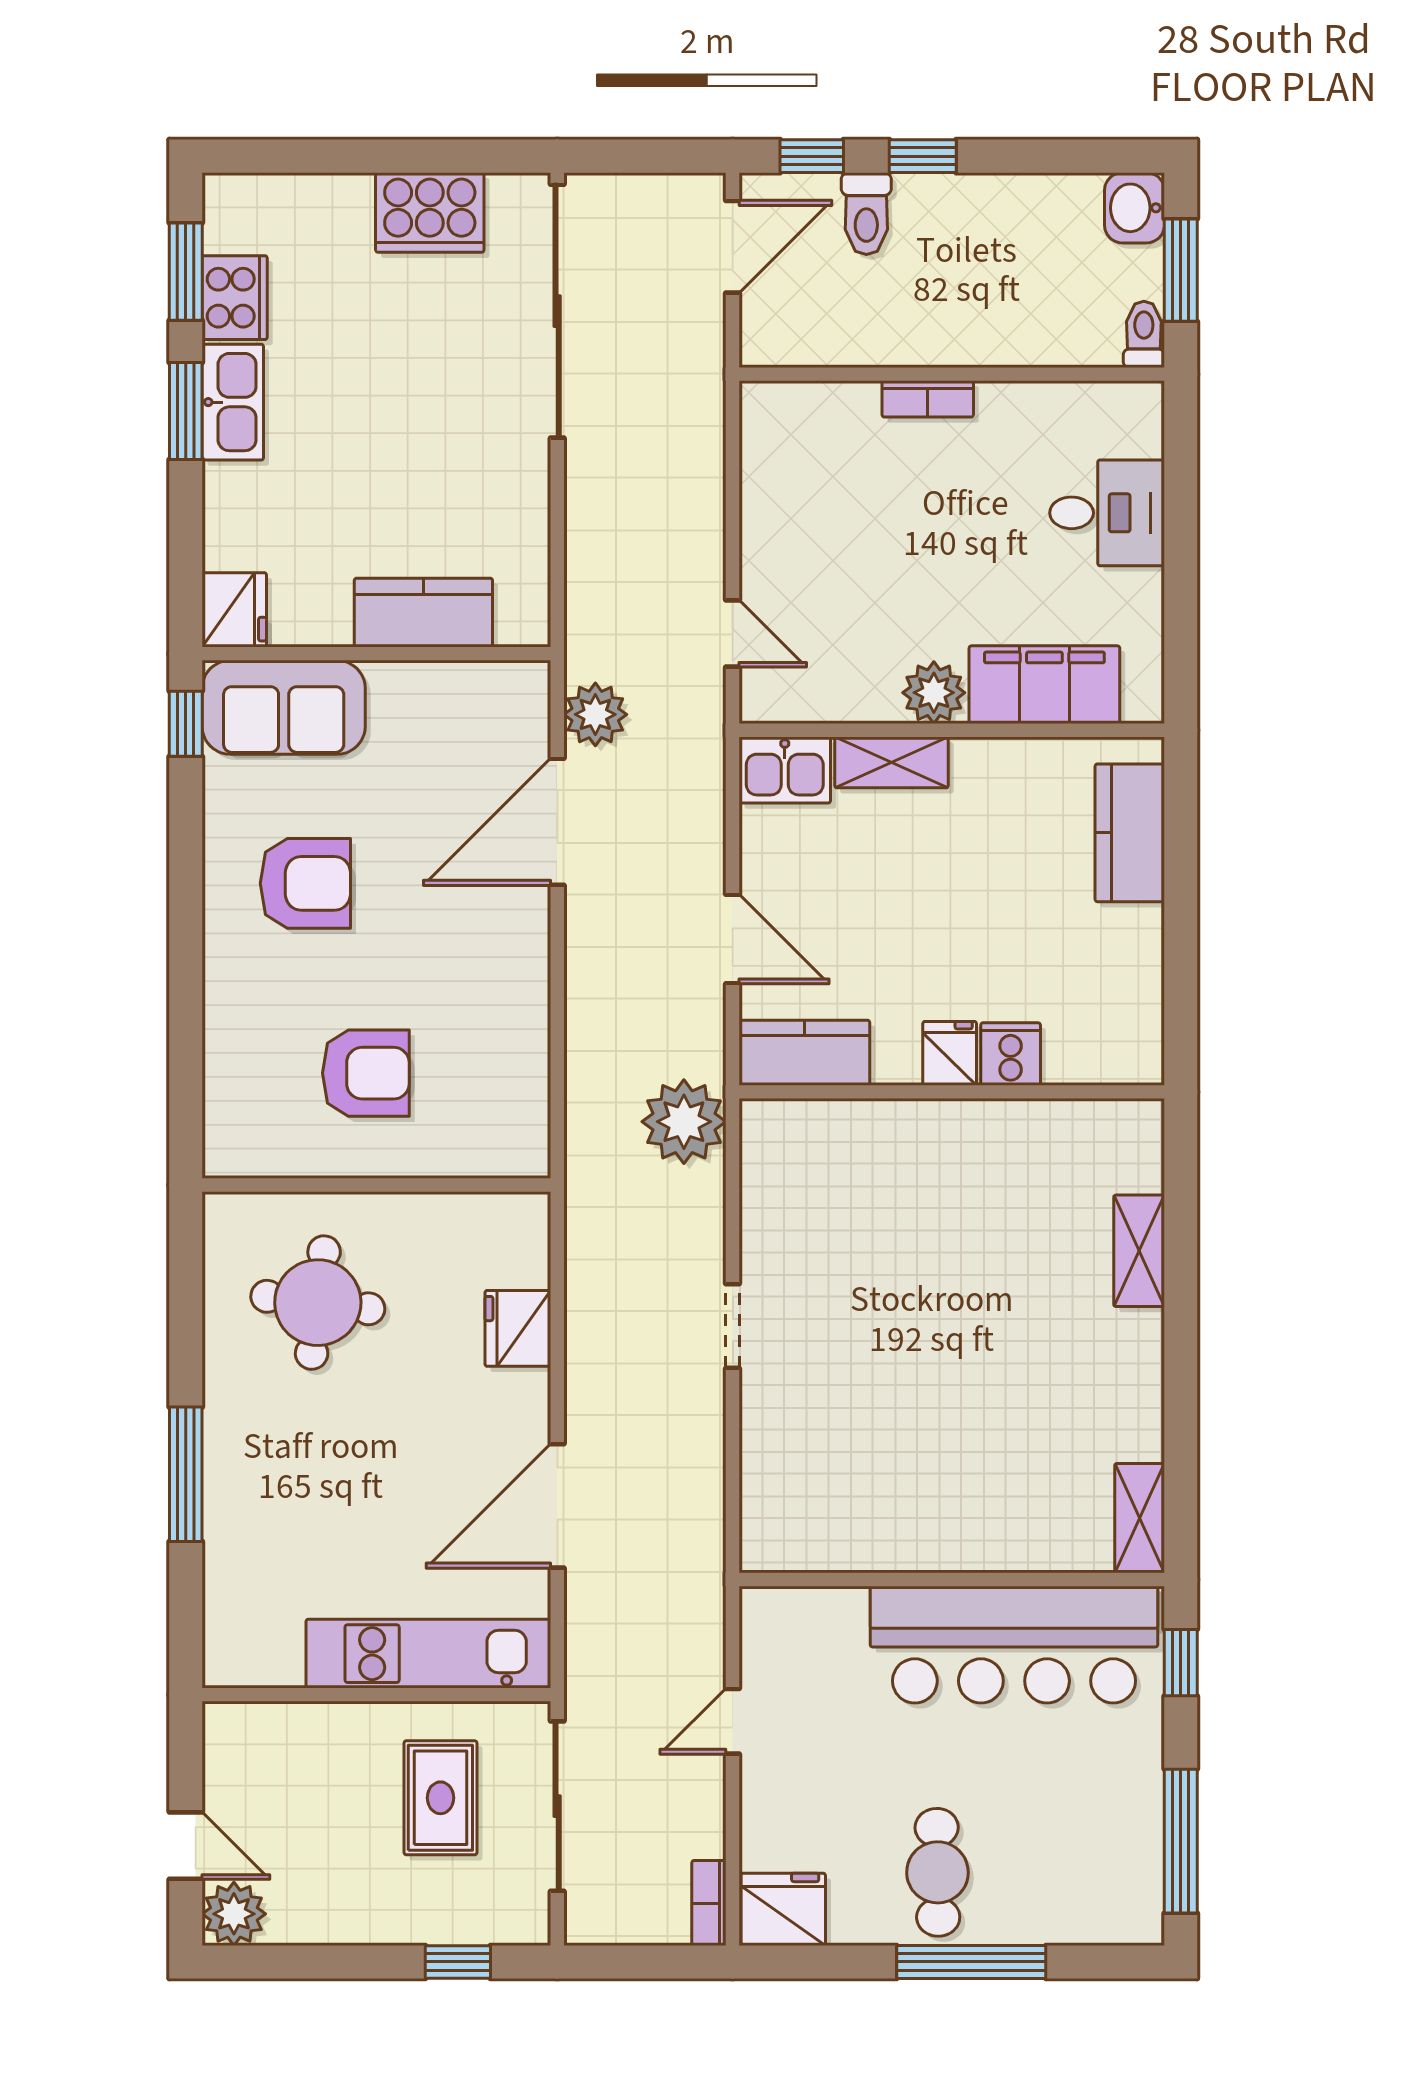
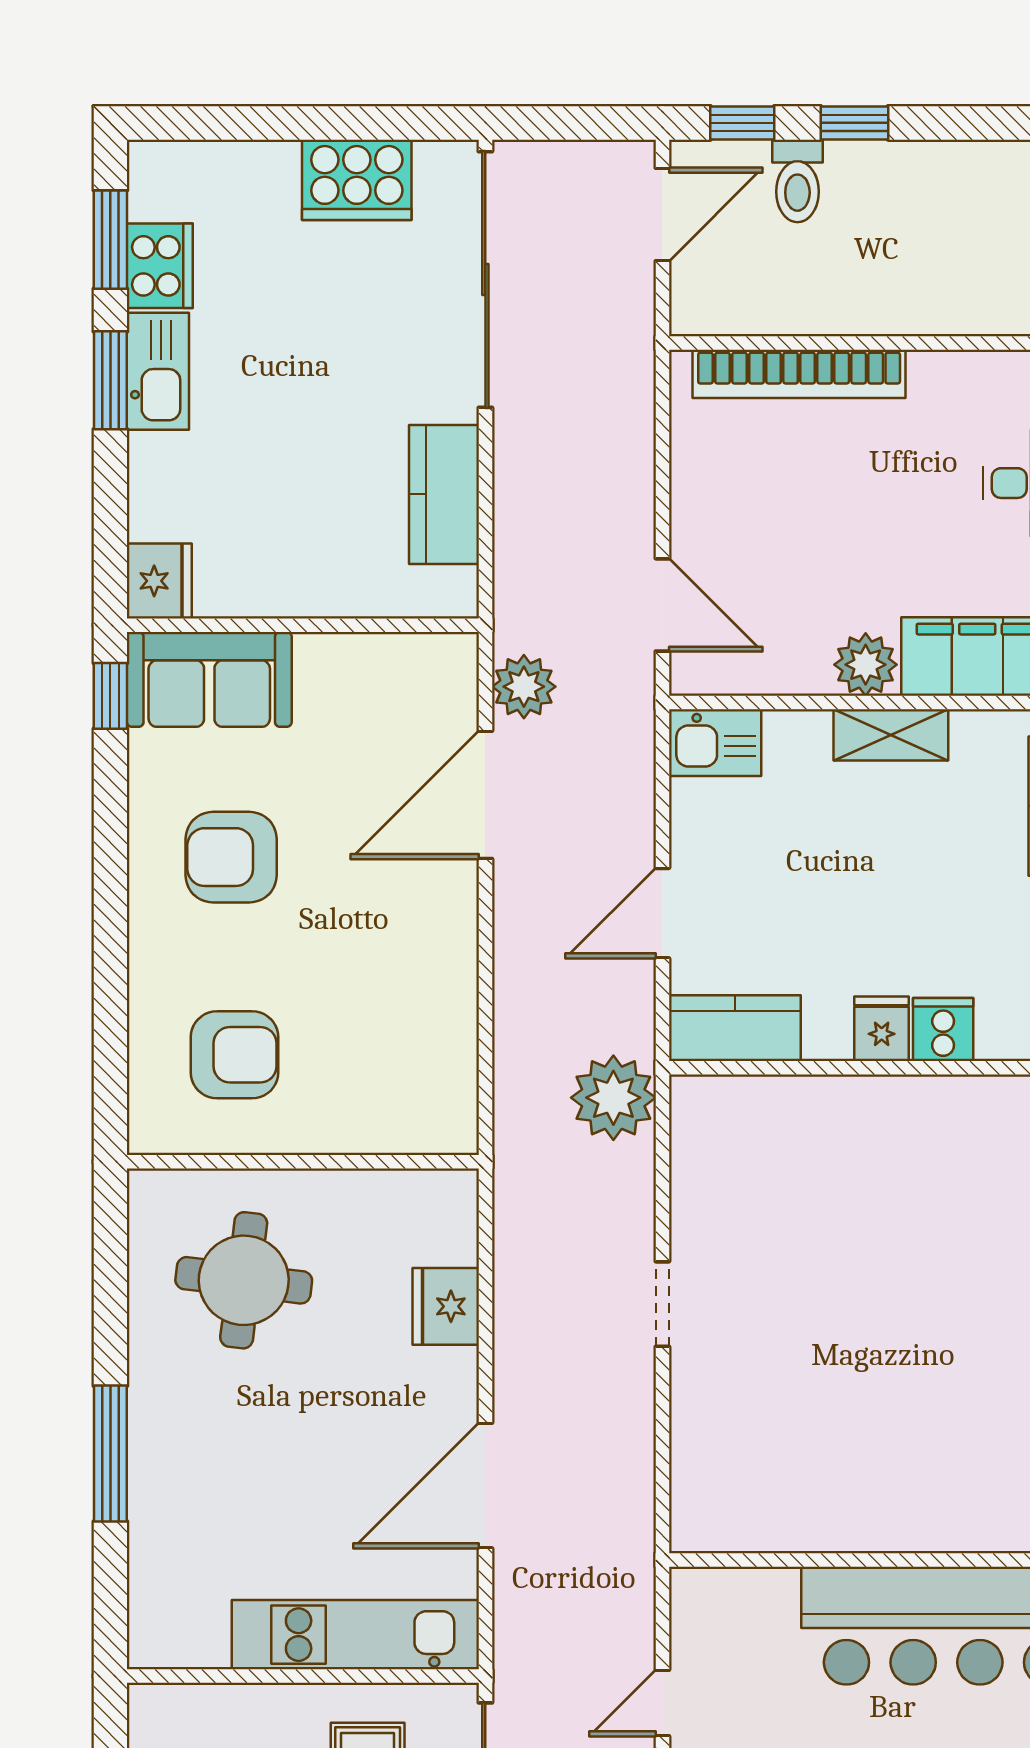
bookcase: (928, 399) -> (799, 374), width x2.31, depth x1.31
kitchen counter: (423, 613) -> (444, 494), moved, turned -90
door: (733, 634) -> (662, 605), width x1.38
shelving: (891, 762) -> (891, 735), moved
armchair: (305, 883) -> (231, 857), turned 180
door: (733, 939) -> (662, 913), swing flipped
armchair: (366, 1073) -> (235, 1055), moved

